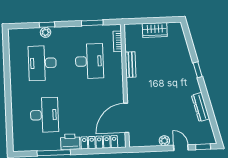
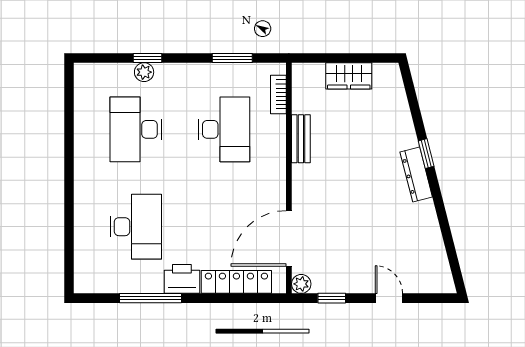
dresser: (201, 107) -> (416, 174), moved
plant: (164, 141) -> (301, 284), moved
window: (203, 147) -> (332, 298), moved

